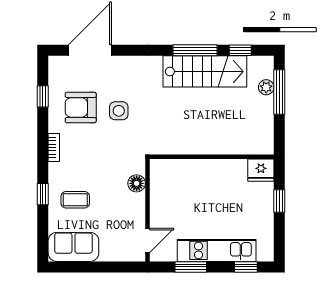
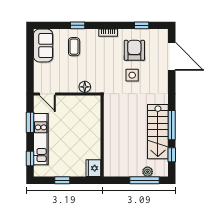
window: (279, 201) -> (62, 180), moved

